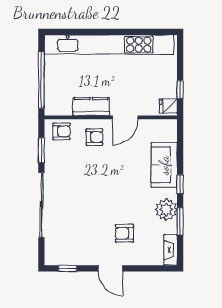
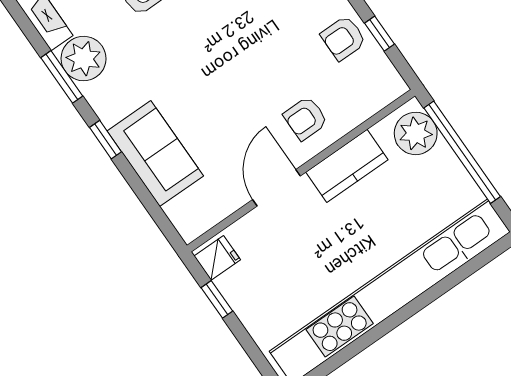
plant: (55, 100) -> (416, 133), added
armchair: (61, 131) -> (343, 38), moved
window: (41, 150) -> (379, 34), width x0.67
plant: (166, 210) -> (84, 59), moved

